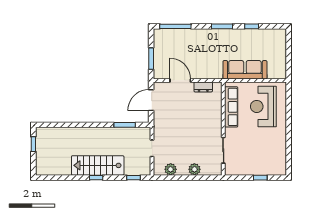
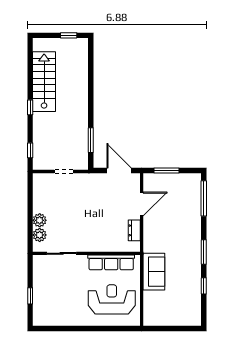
sofa: (245, 70) -> (154, 272), width x0.73
stairs: (98, 165) -> (44, 82), moved
plant: (171, 169) -> (40, 235), moved

